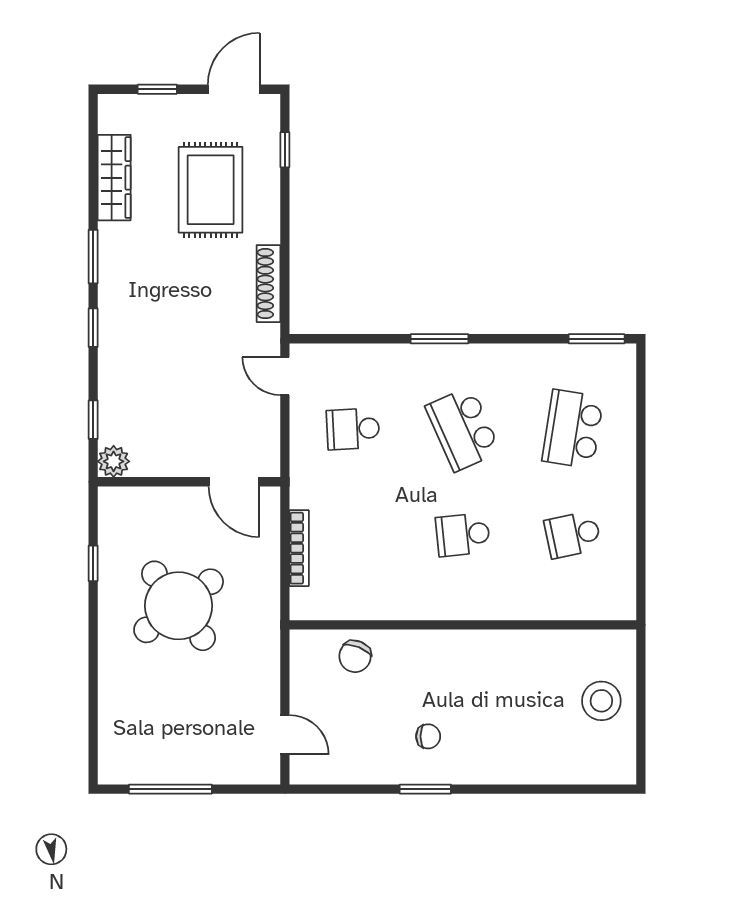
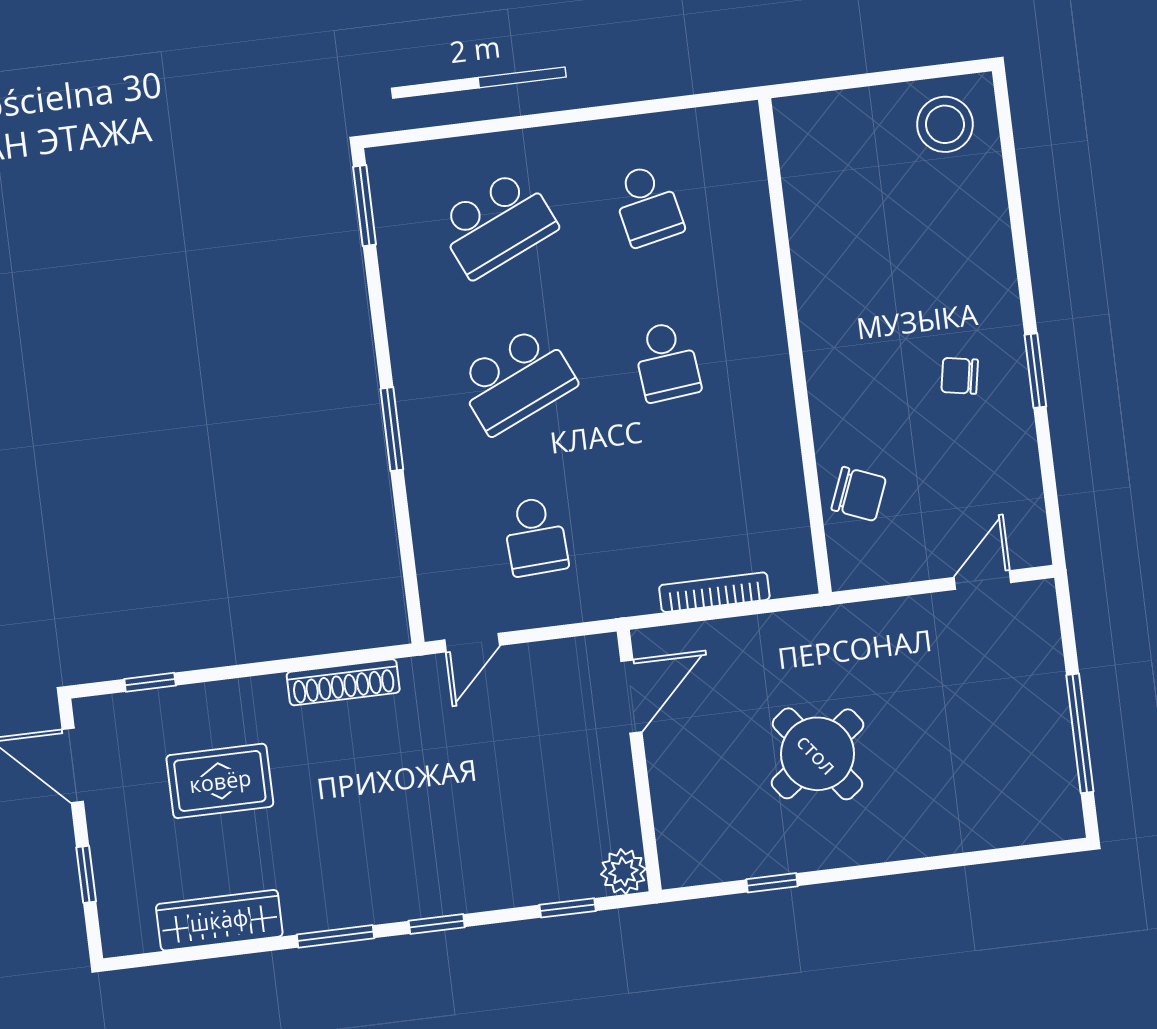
rug: (211, 190) -> (220, 781), width x0.73, depth x0.70
school desk: (573, 429) -> (497, 224), turned -33
round table: (179, 606) -> (817, 754), width x0.73, depth x0.73
stool: (601, 701) -> (945, 124), moved
chair: (428, 736) -> (960, 376), turned -80

